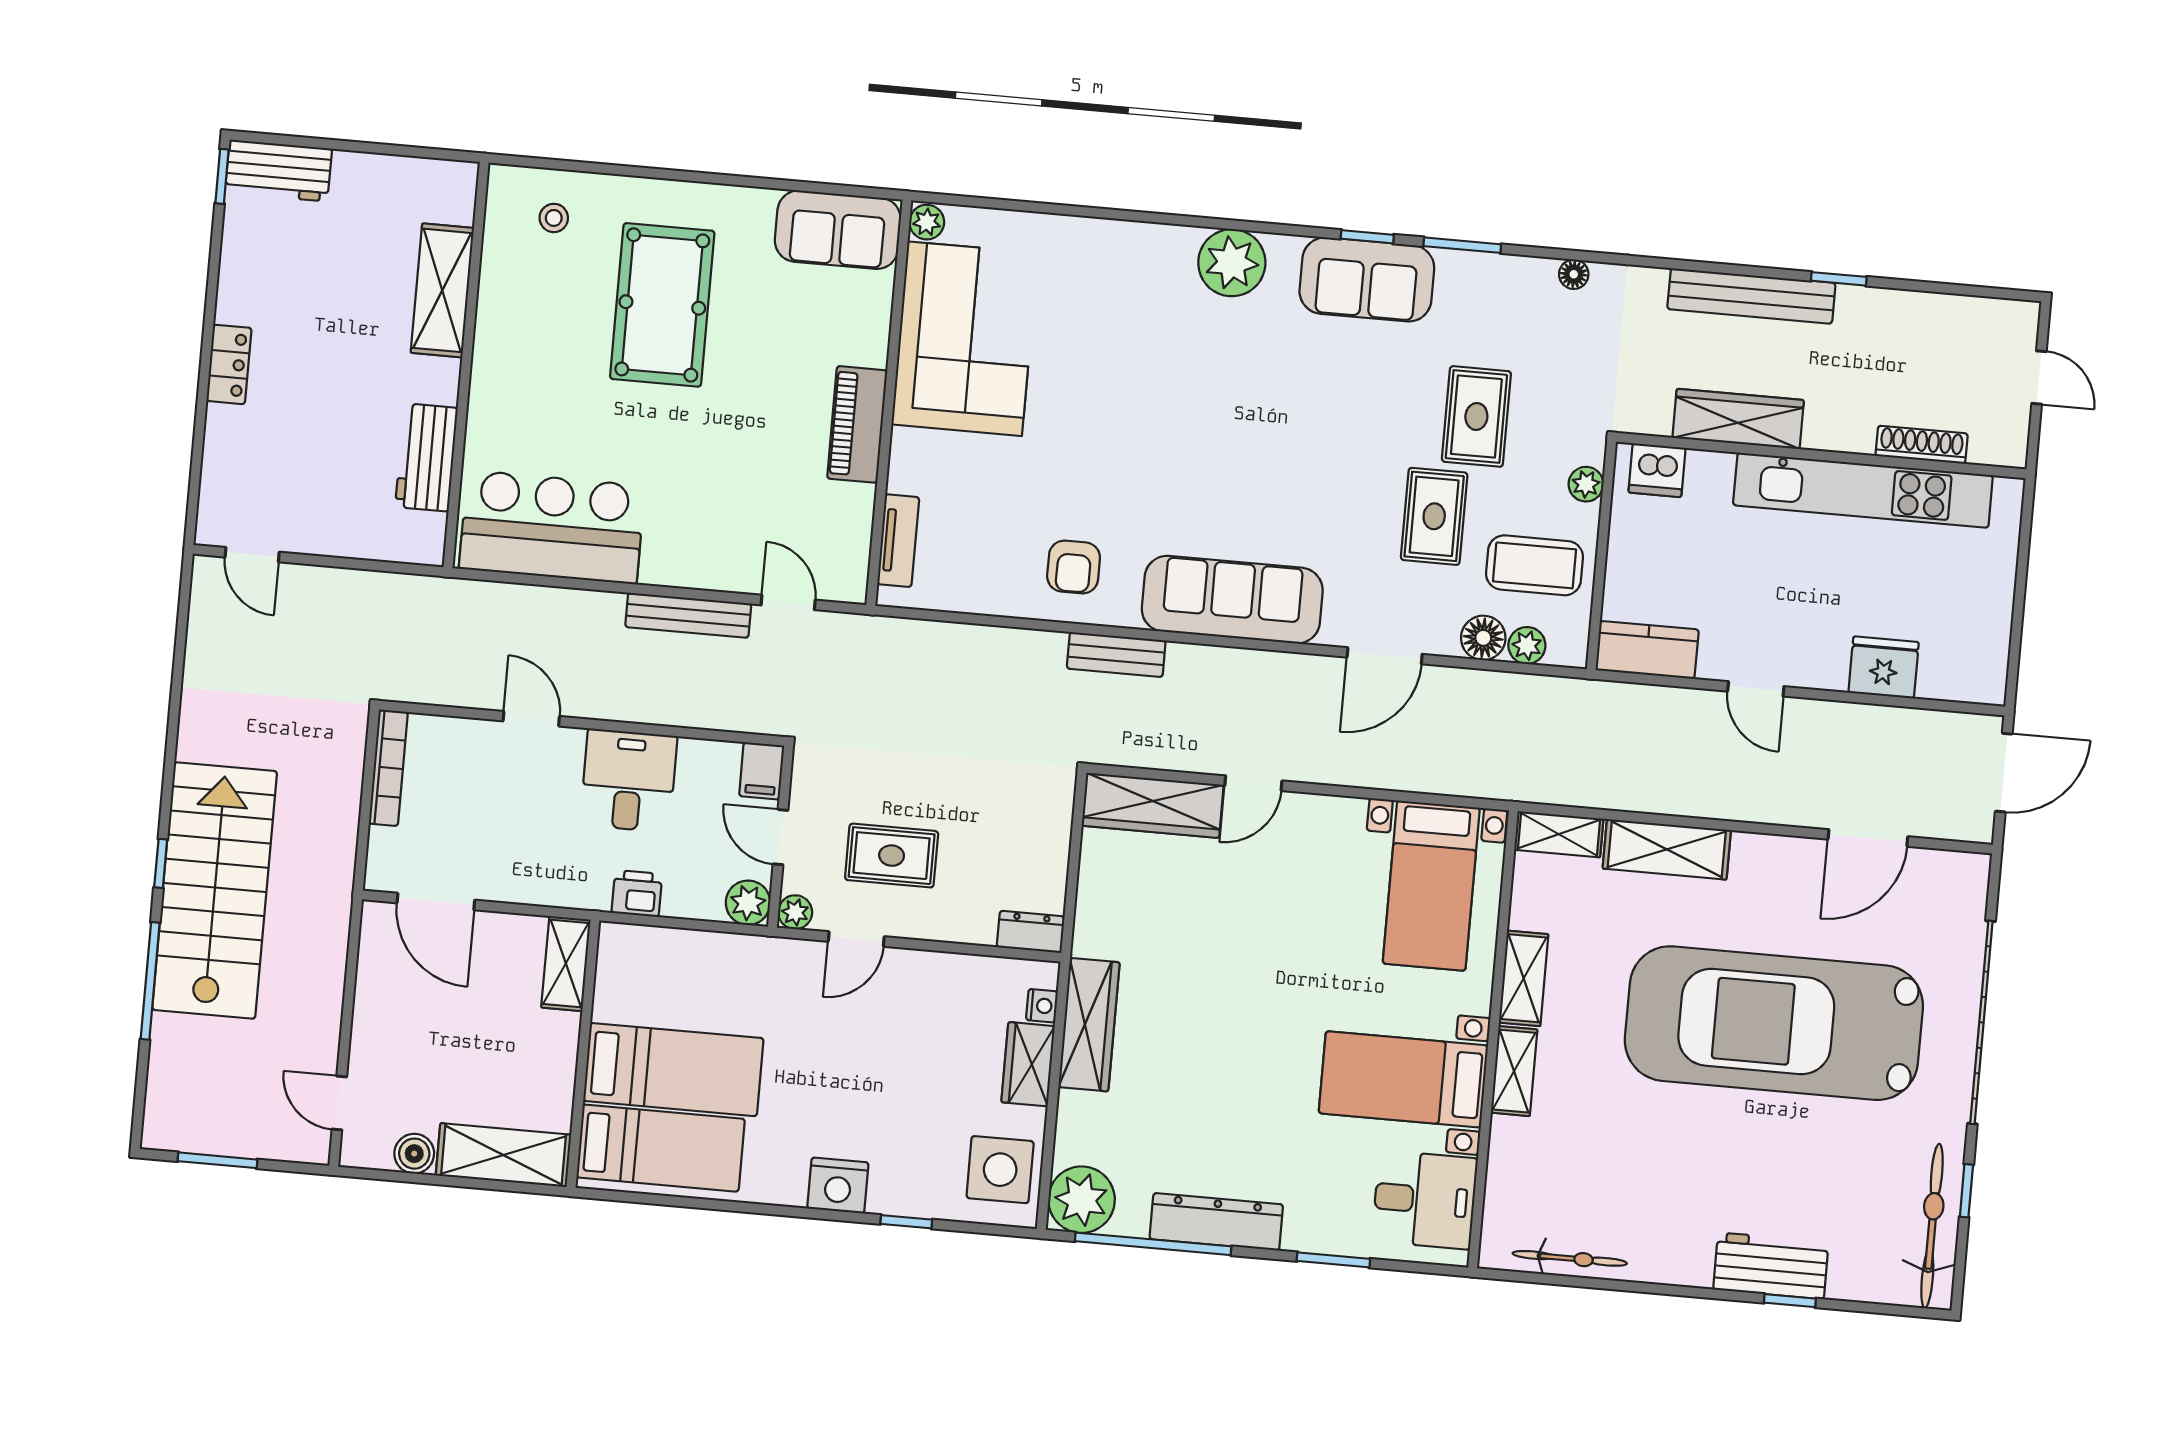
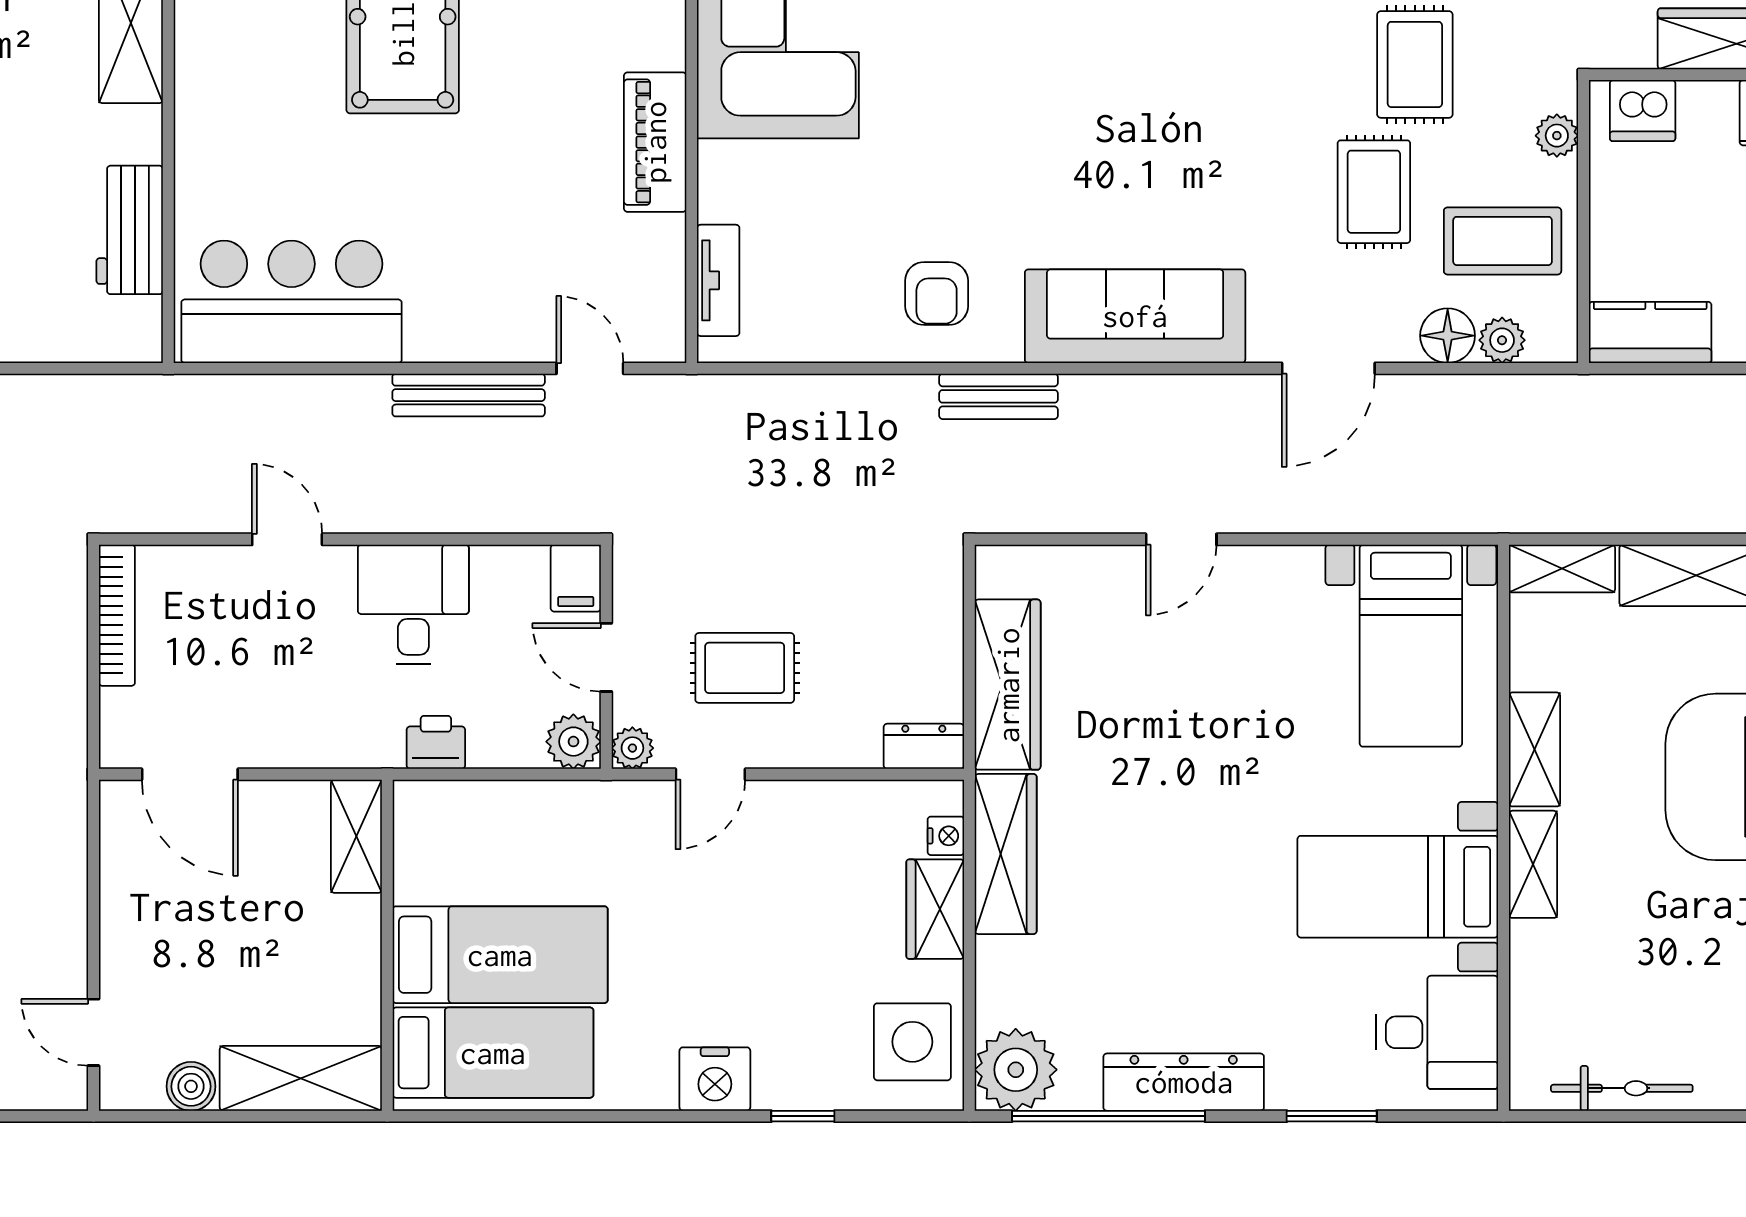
wardrobe: (1153, 805) -> (1008, 685), moved, turned -90

